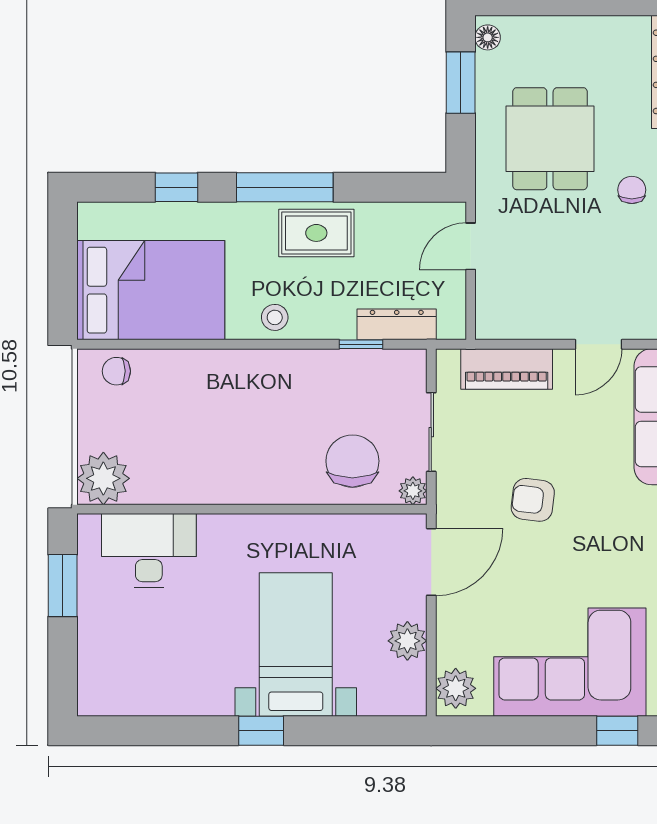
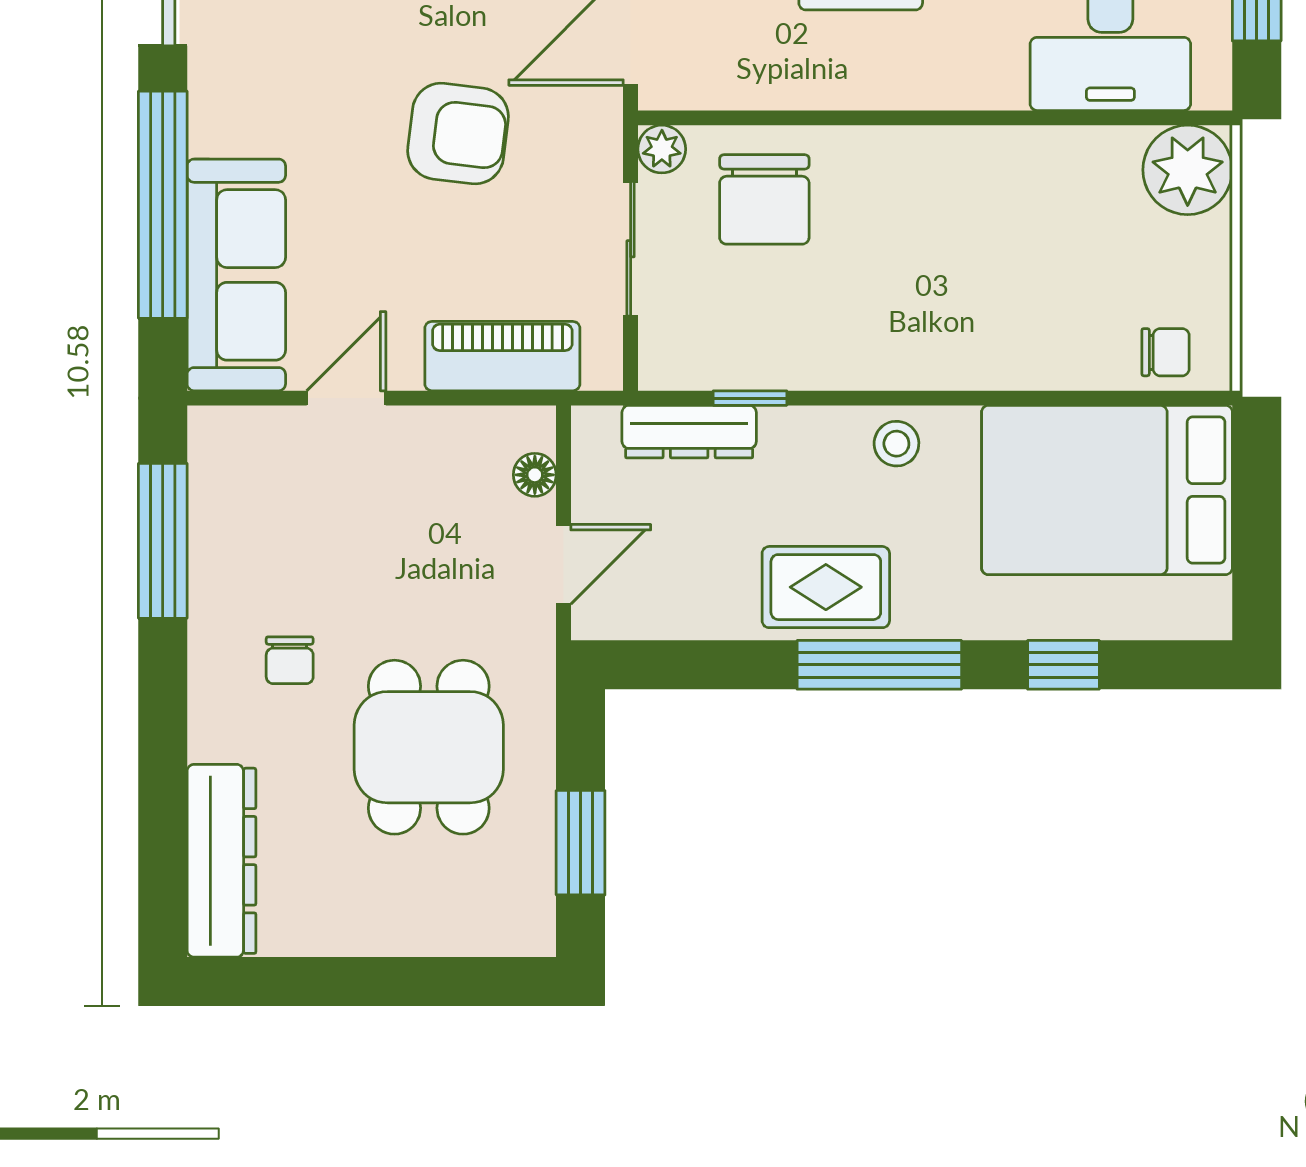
floor lamp: (488, 37) -> (535, 475), moved
armchair: (533, 500) -> (458, 134), width x1.38, depth x1.38

